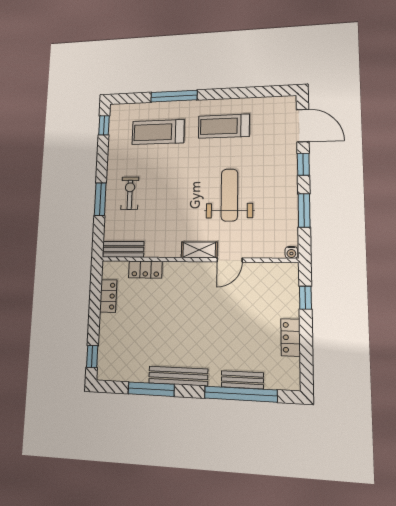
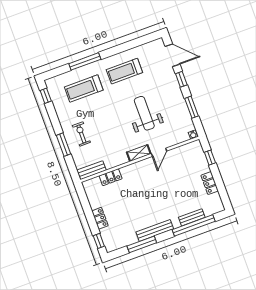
locker: (108, 296) -> (100, 218), moved

